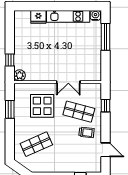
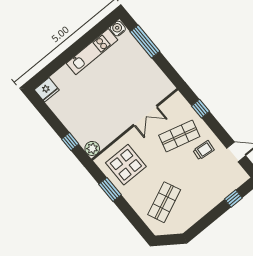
fridge: (38, 17) -> (47, 90), moved
display table: (42, 106) -> (126, 165), moved

